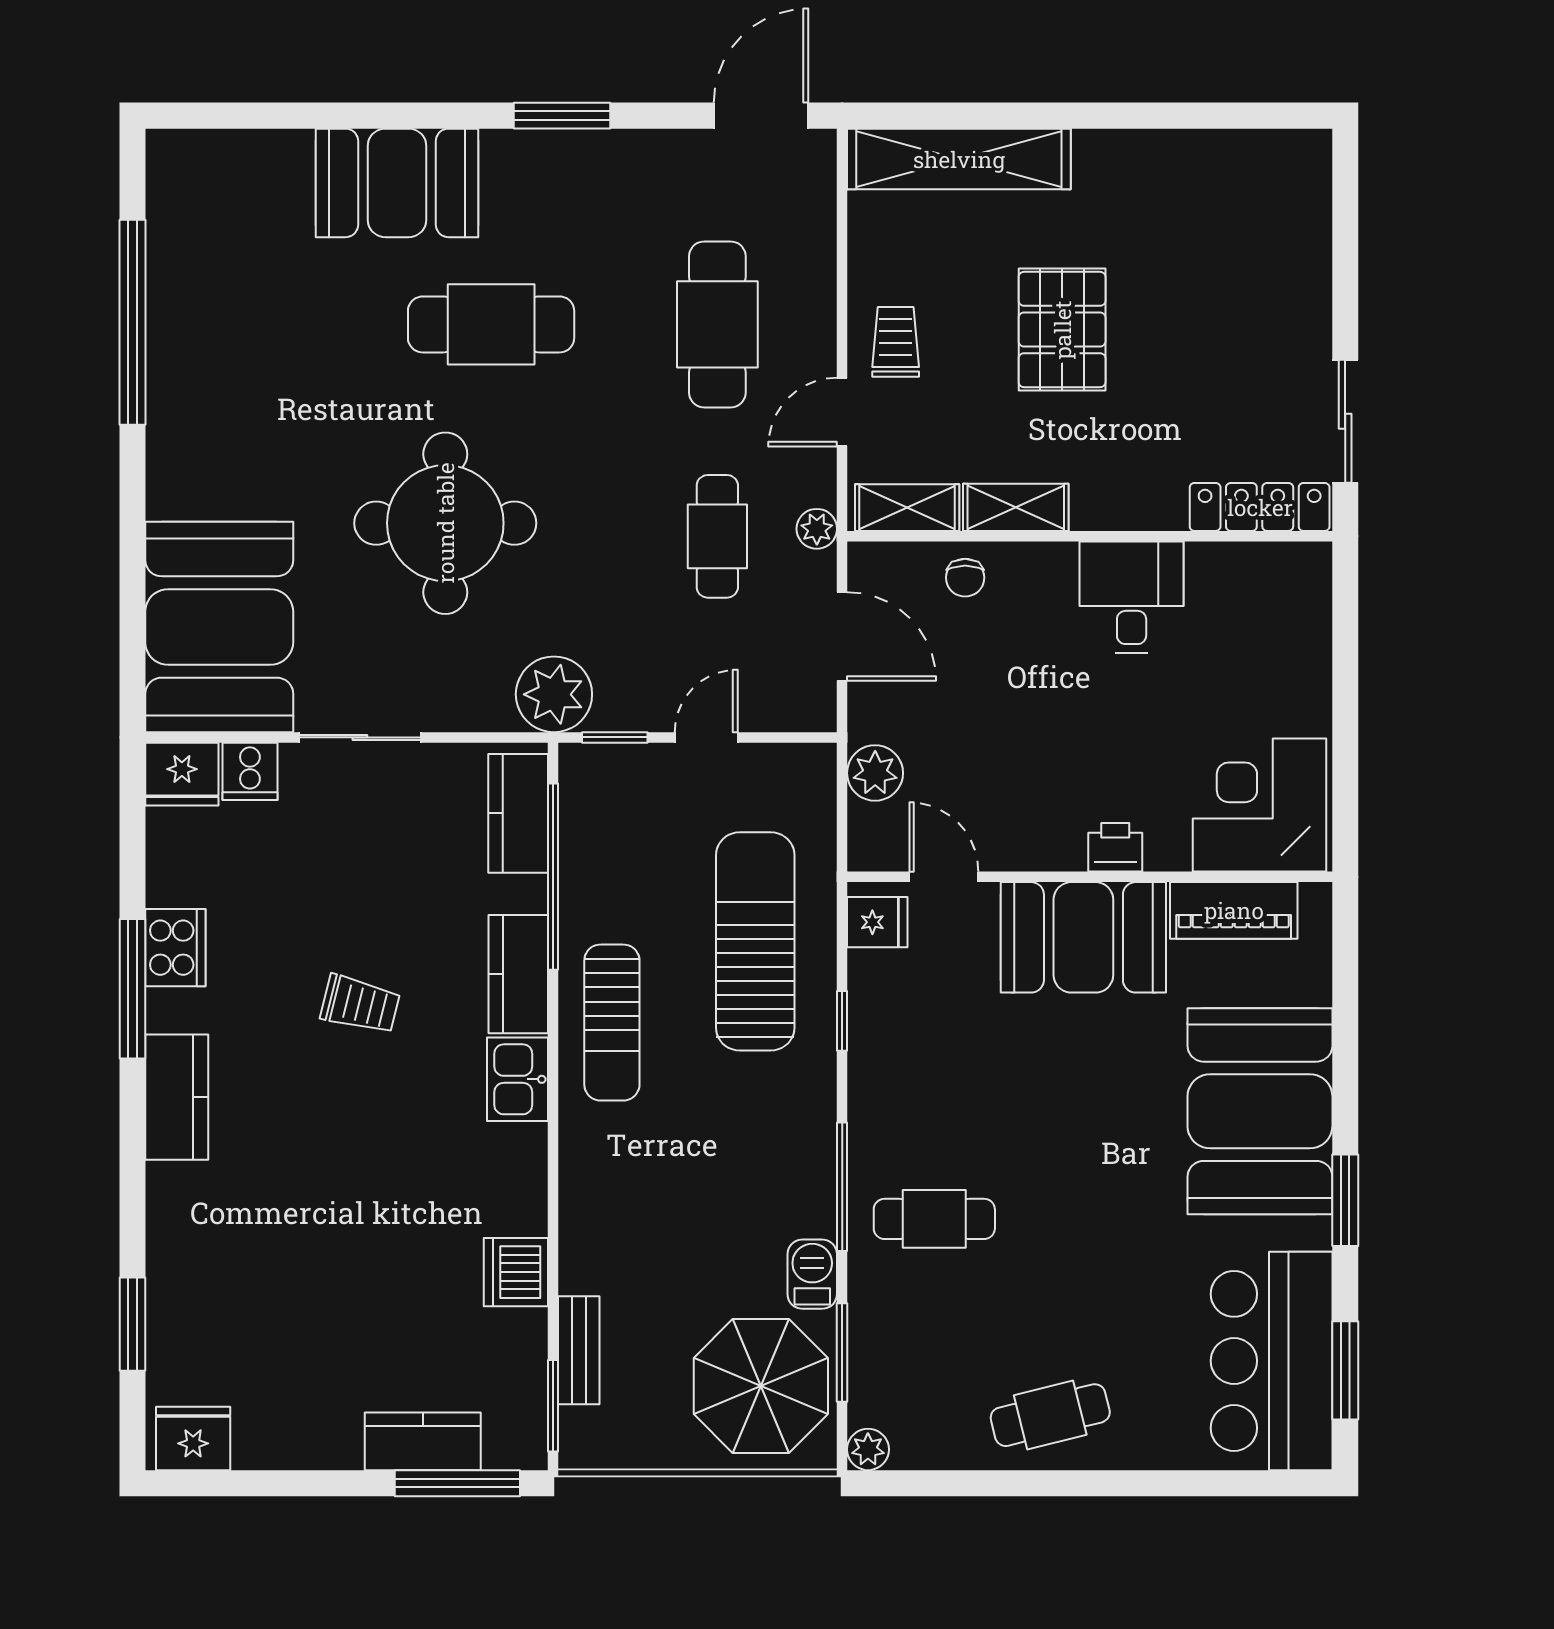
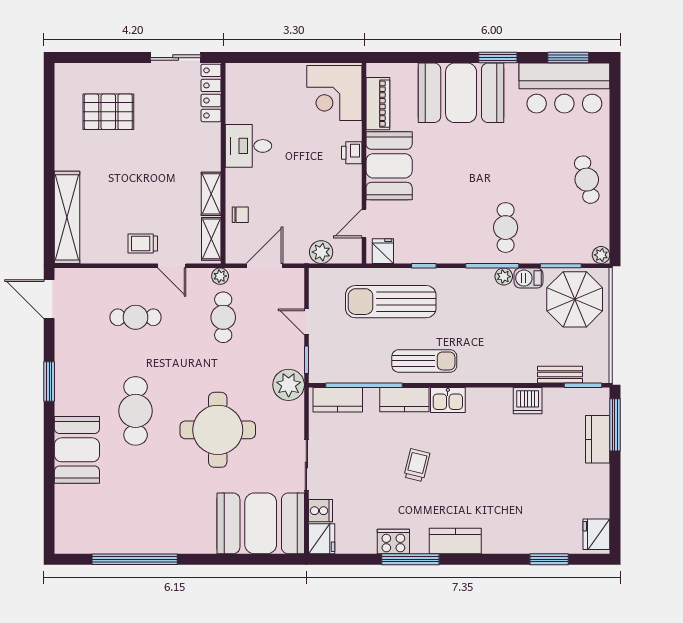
cafe table: (717, 324) -> (136, 317), width x0.73, depth x0.74
pallet: (1062, 330) -> (108, 112), moved
cafe table: (717, 536) -> (223, 317), turned 90
plant: (816, 1214) -> (504, 277), added

